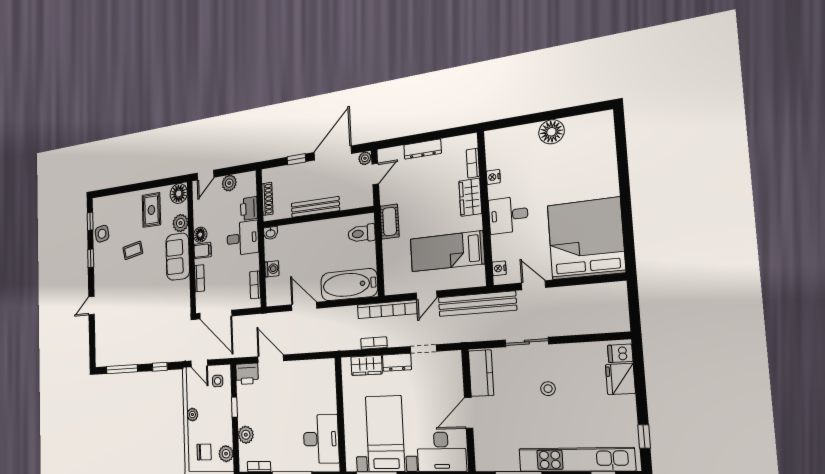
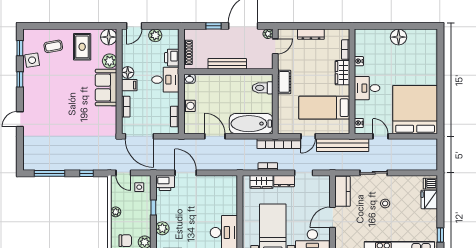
coffee table: (133, 250) -> (53, 46), moved

